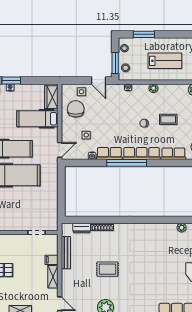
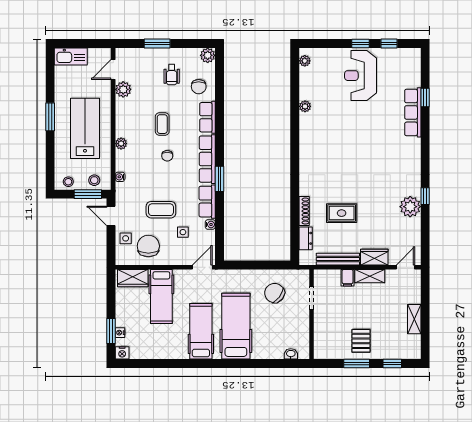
window: (144, 34) -> (50, 117), moved
lab bench: (165, 61) -> (85, 128), width x1.36, depth x1.39
door: (99, 80) -> (111, 216), swing flipped
chair: (76, 109) -> (148, 246), turned 90
coffee table: (103, 118) -> (161, 210), added
door: (60, 150) -> (202, 267), hinge flipped
window: (127, 163) -> (220, 179), width x0.47
chair: (40, 205) -> (275, 293), added
rug: (107, 269) -> (342, 213), moved, turned 90
wardrobe: (67, 280) -> (374, 257), added

